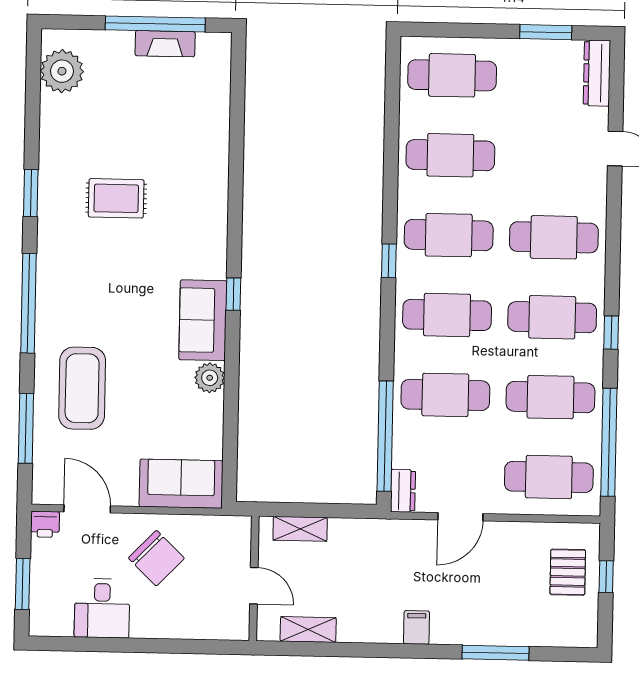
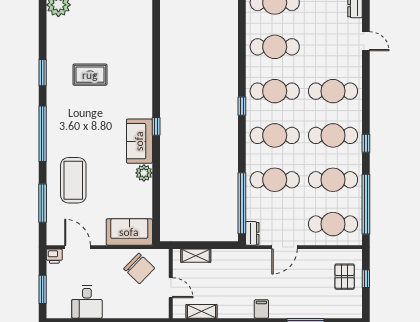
chair: (156, 558) -> (139, 268), moved

